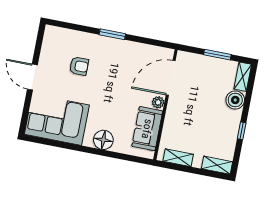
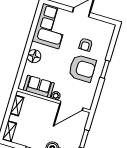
armchair: (114, 68) -> (82, 68), added
door: (171, 78) -> (72, 106), swing flipped

